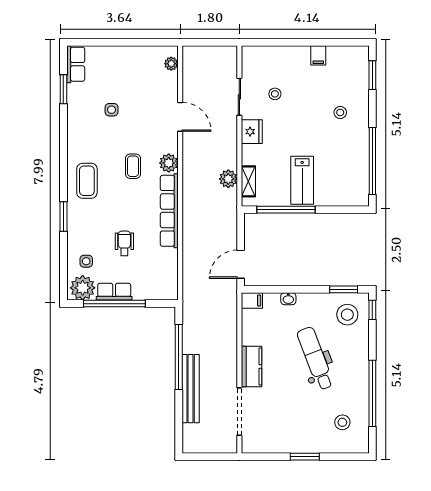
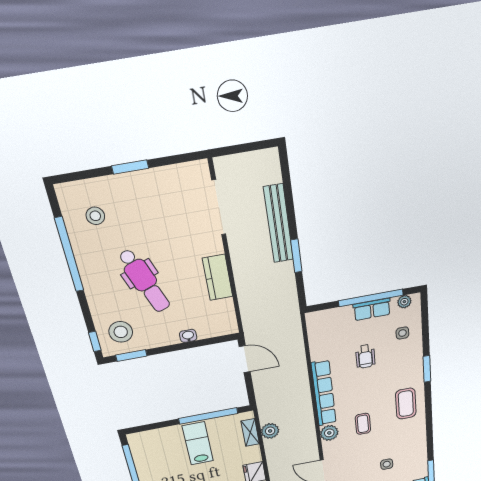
door: (241, 264) -> (245, 359), hinge flipped
plant: (83, 288) -> (404, 302), width x0.53, depth x0.53
filing cabinet: (252, 301) -> (227, 327), removed
window: (179, 357) -> (296, 256), width x0.47
kitchen counter: (251, 366) -> (218, 278), moved

